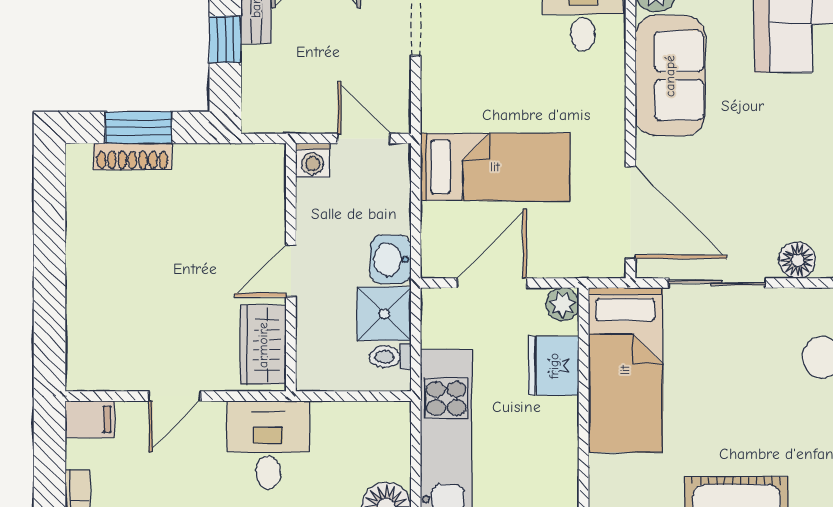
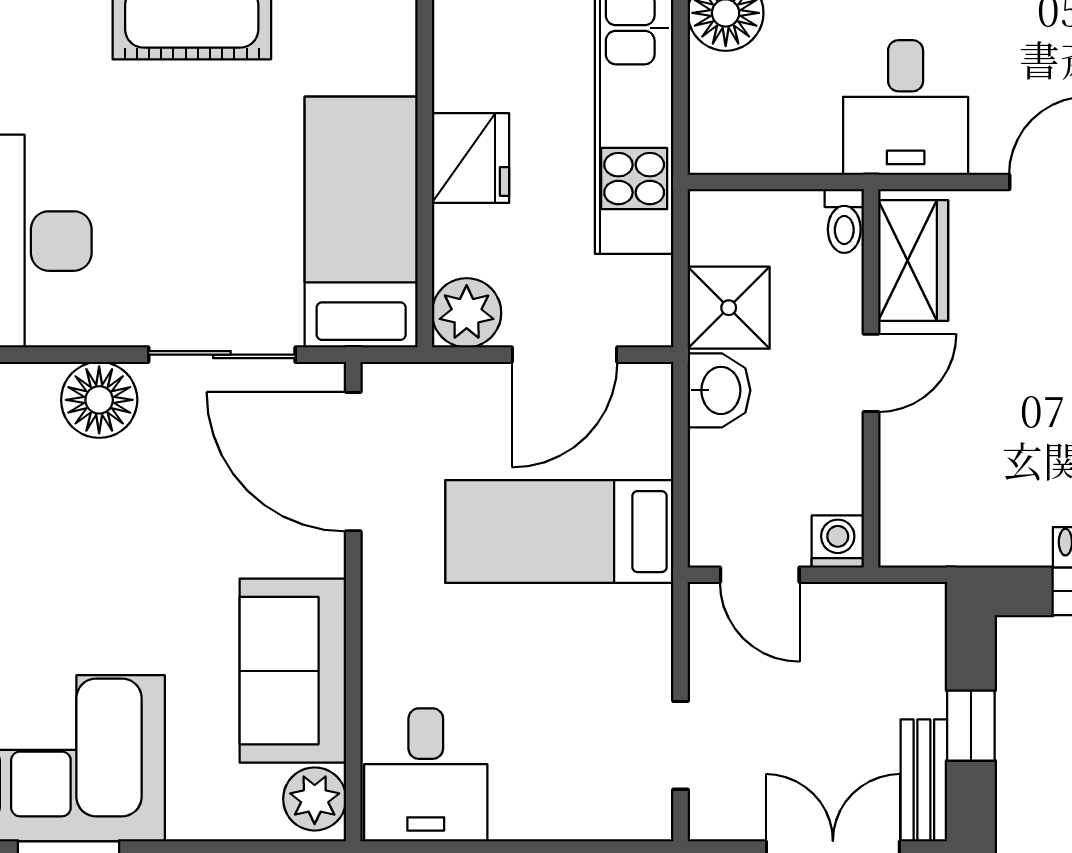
floor lamp: (797, 260) -> (99, 400), width x1.38, depth x1.38
plant: (562, 304) -> (467, 313), width x1.38, depth x1.38
toilet: (390, 357) -> (844, 221), moved, turned 90
fridge: (554, 366) -> (471, 158), moved

